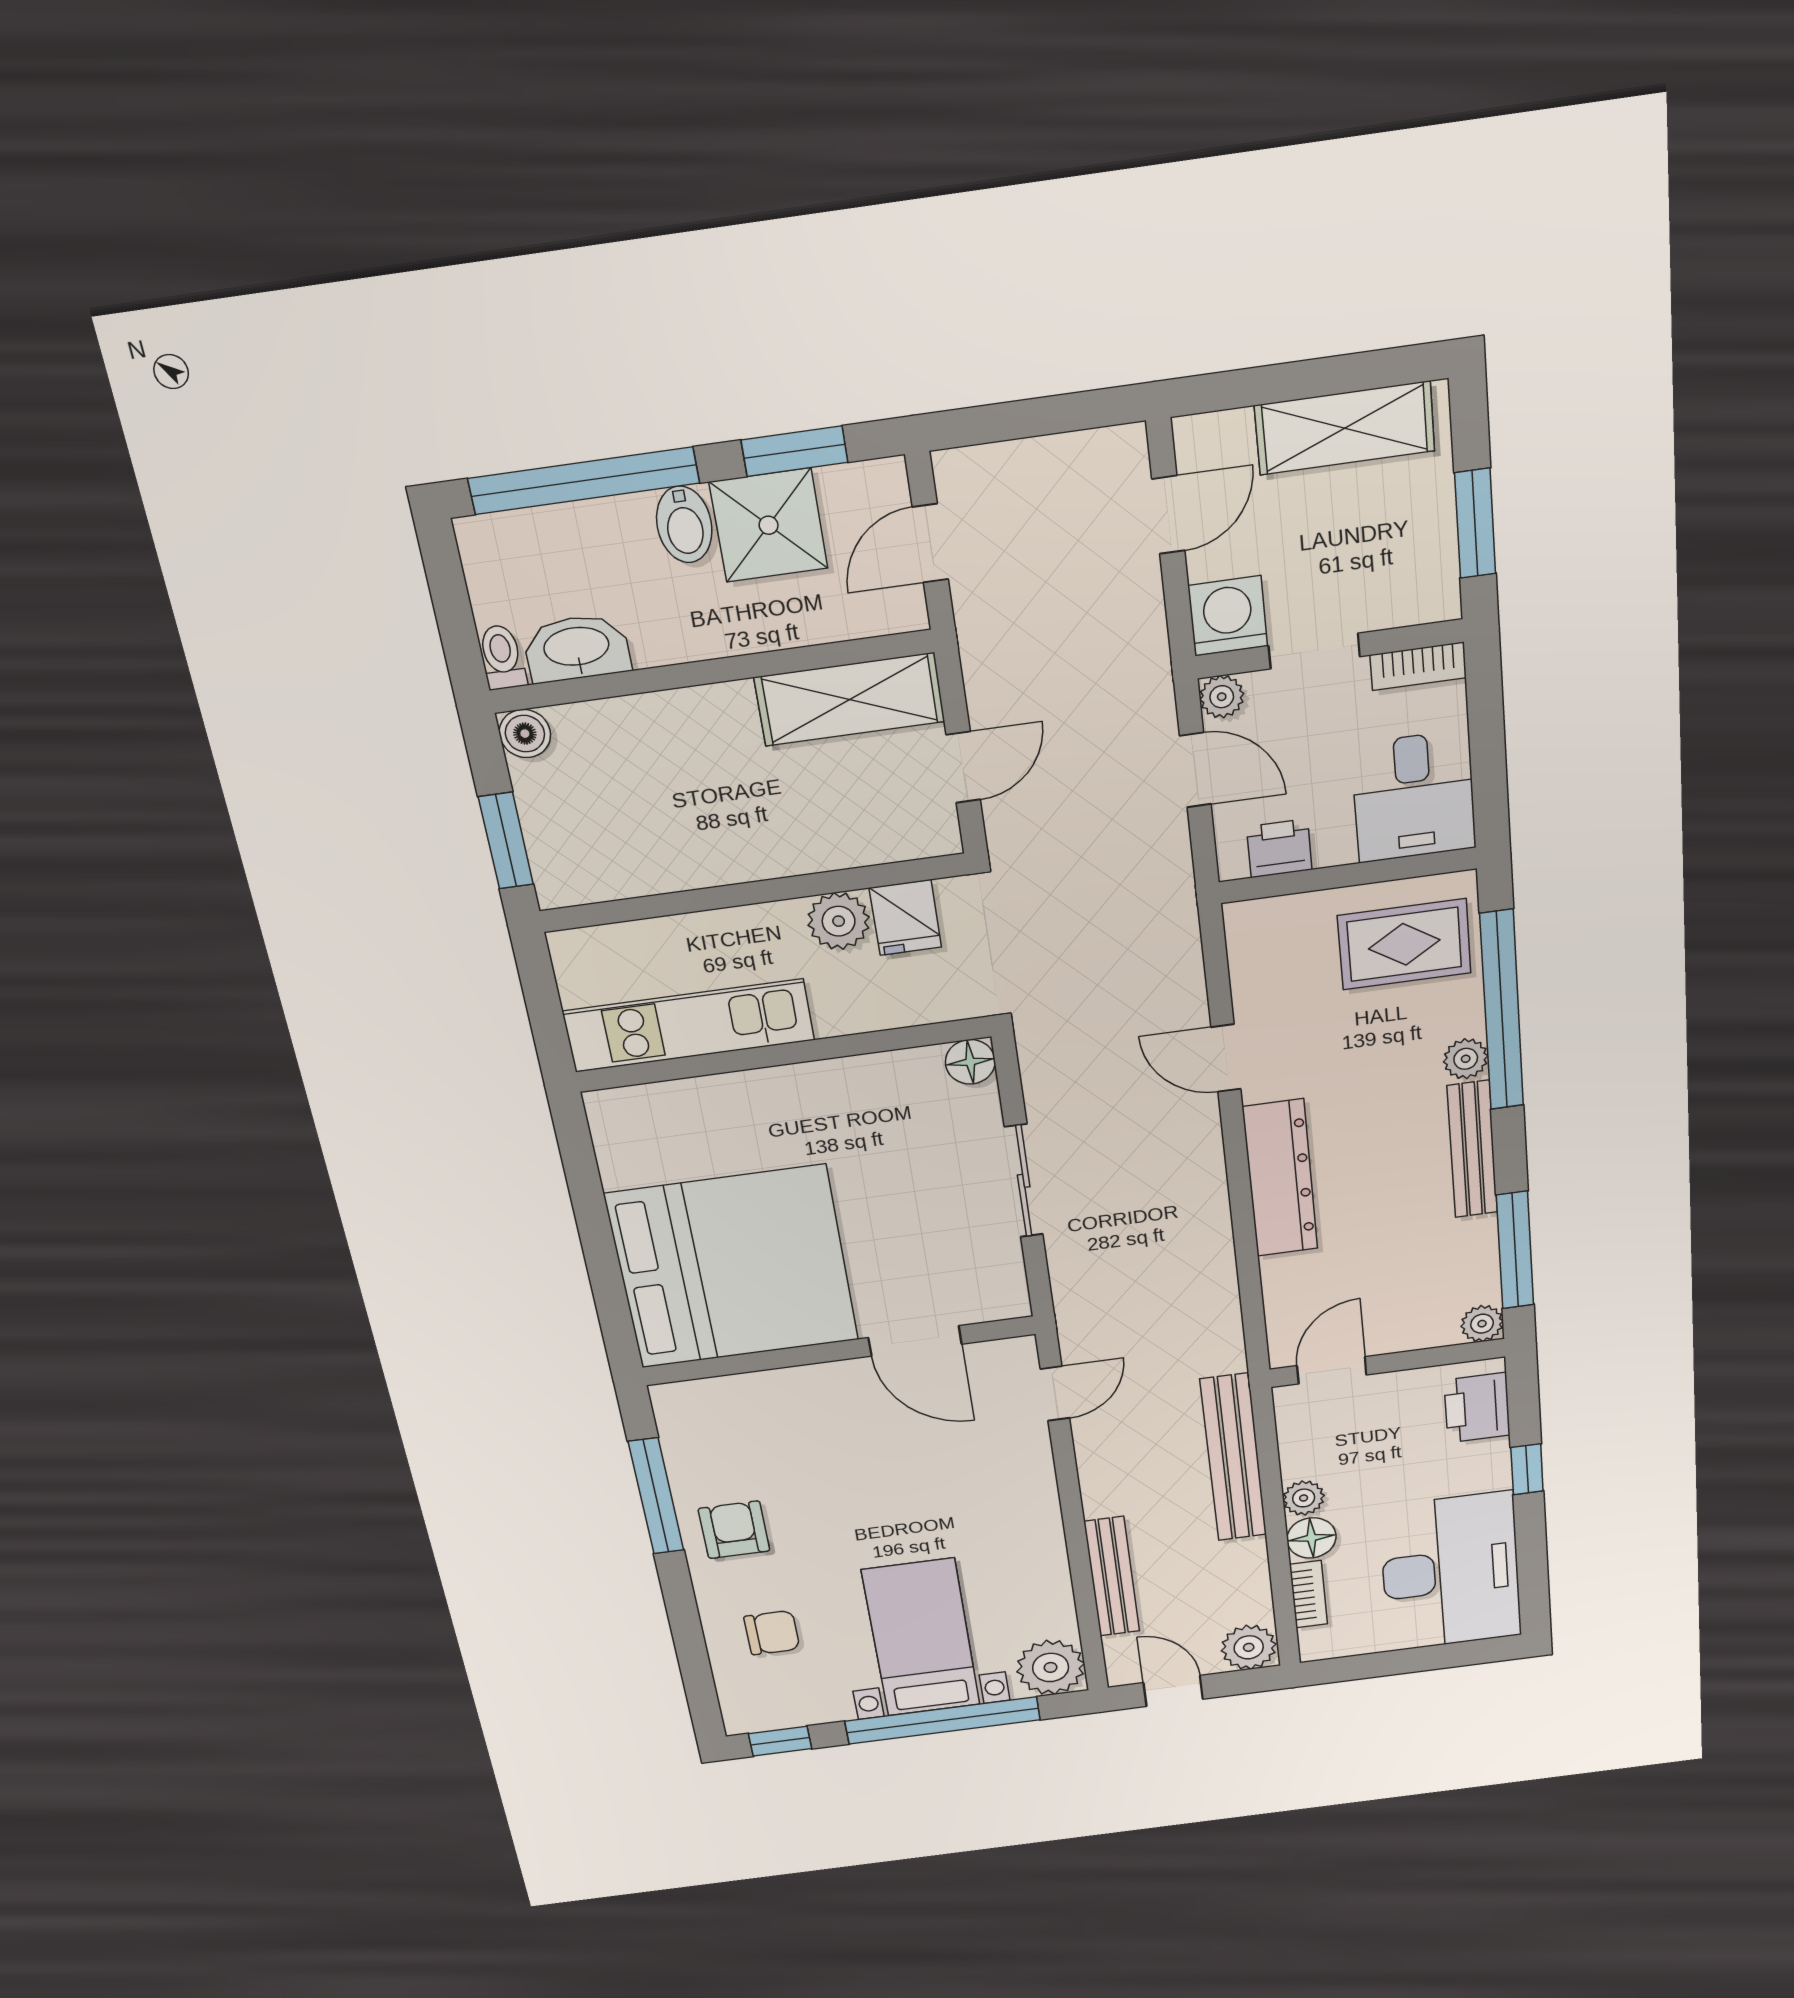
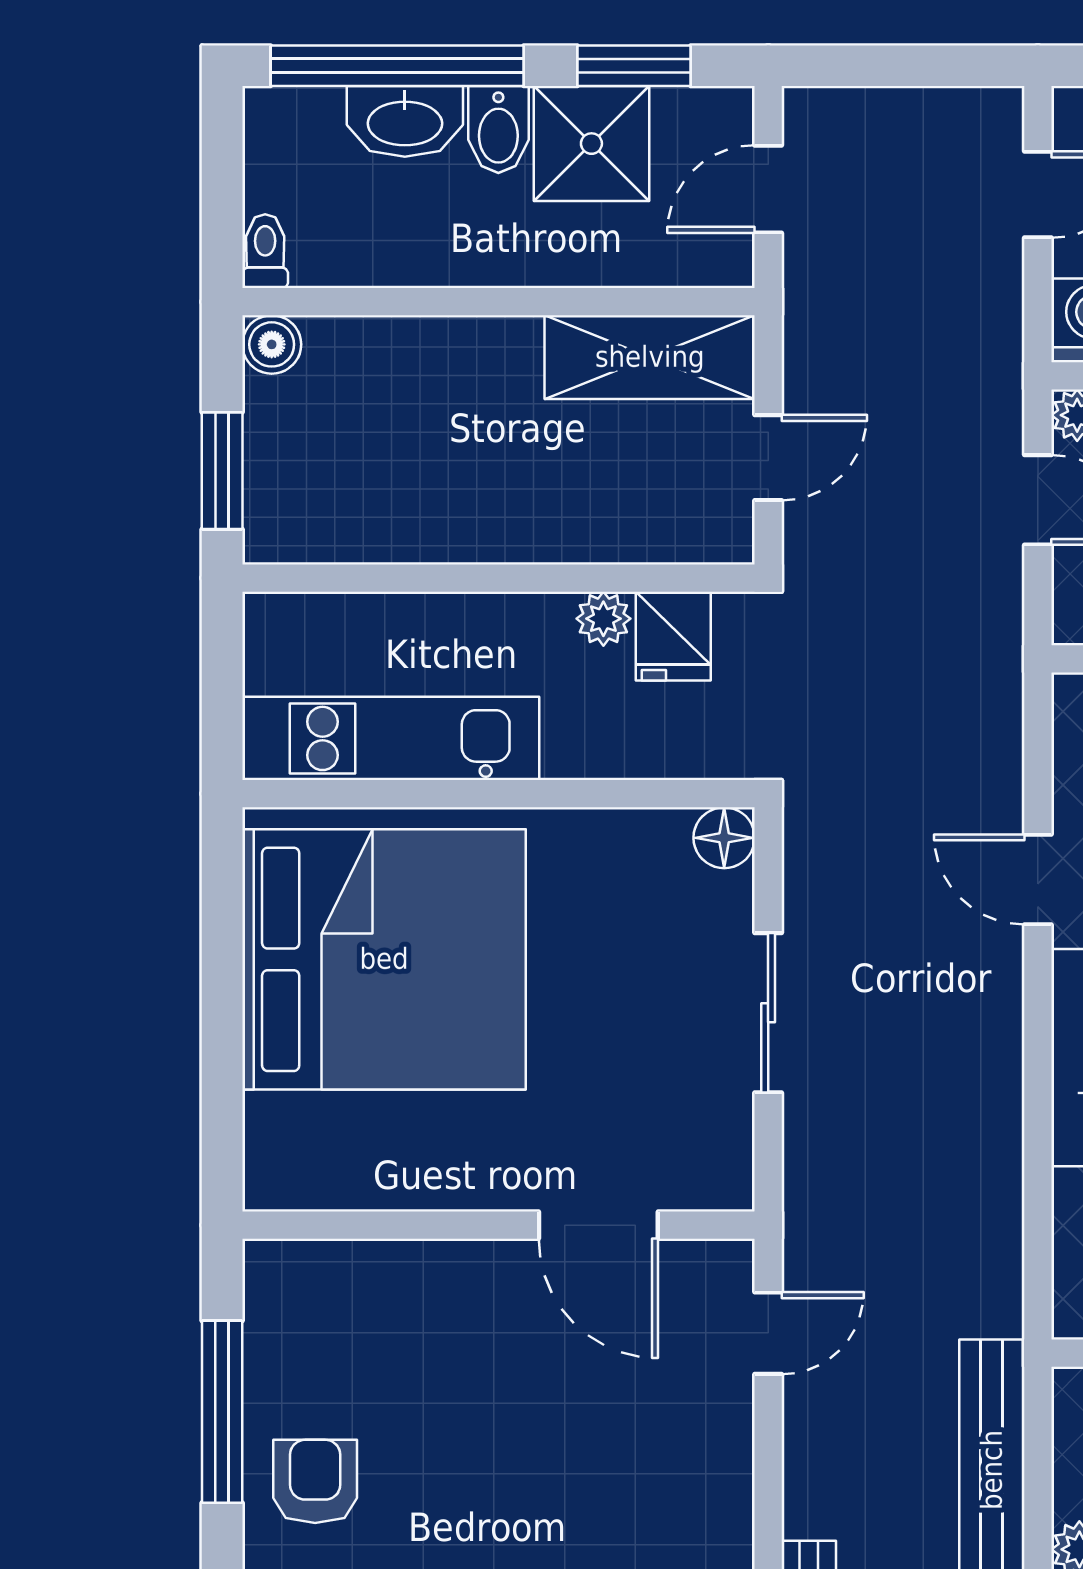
washbasin: (577, 648) -> (405, 121), moved, turned 180
plant: (839, 921) -> (603, 619), width x0.73, depth x0.73
bed: (733, 1267) -> (384, 959), moved

